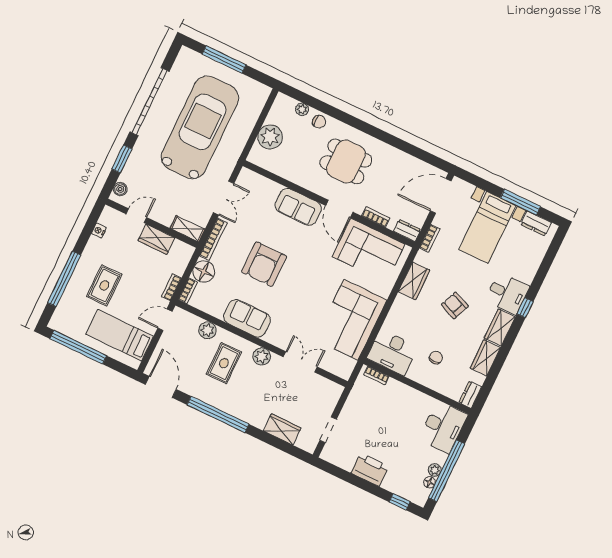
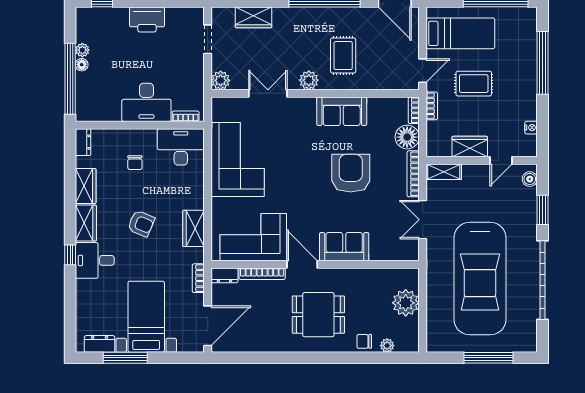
bookcase: (376, 217) -> (262, 274), width x1.56
rug: (104, 285) -> (474, 84), moved, turned 90
plant: (208, 330) -> (221, 80), moved
double door: (300, 362) -> (268, 93), swing flipped
desk: (443, 427) -> (146, 102), moved, turned -90
window: (447, 471) -> (70, 79), moved
floor lamp: (429, 482) -> (82, 65), moved

